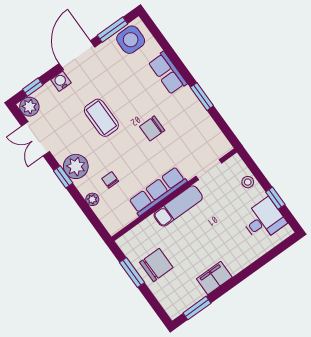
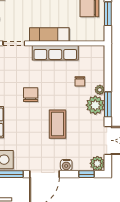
chair: (152, 128) -> (31, 95), turned -90
window: (63, 177) -> (108, 104), width x1.50
plant: (92, 199) -> (100, 90), moved

